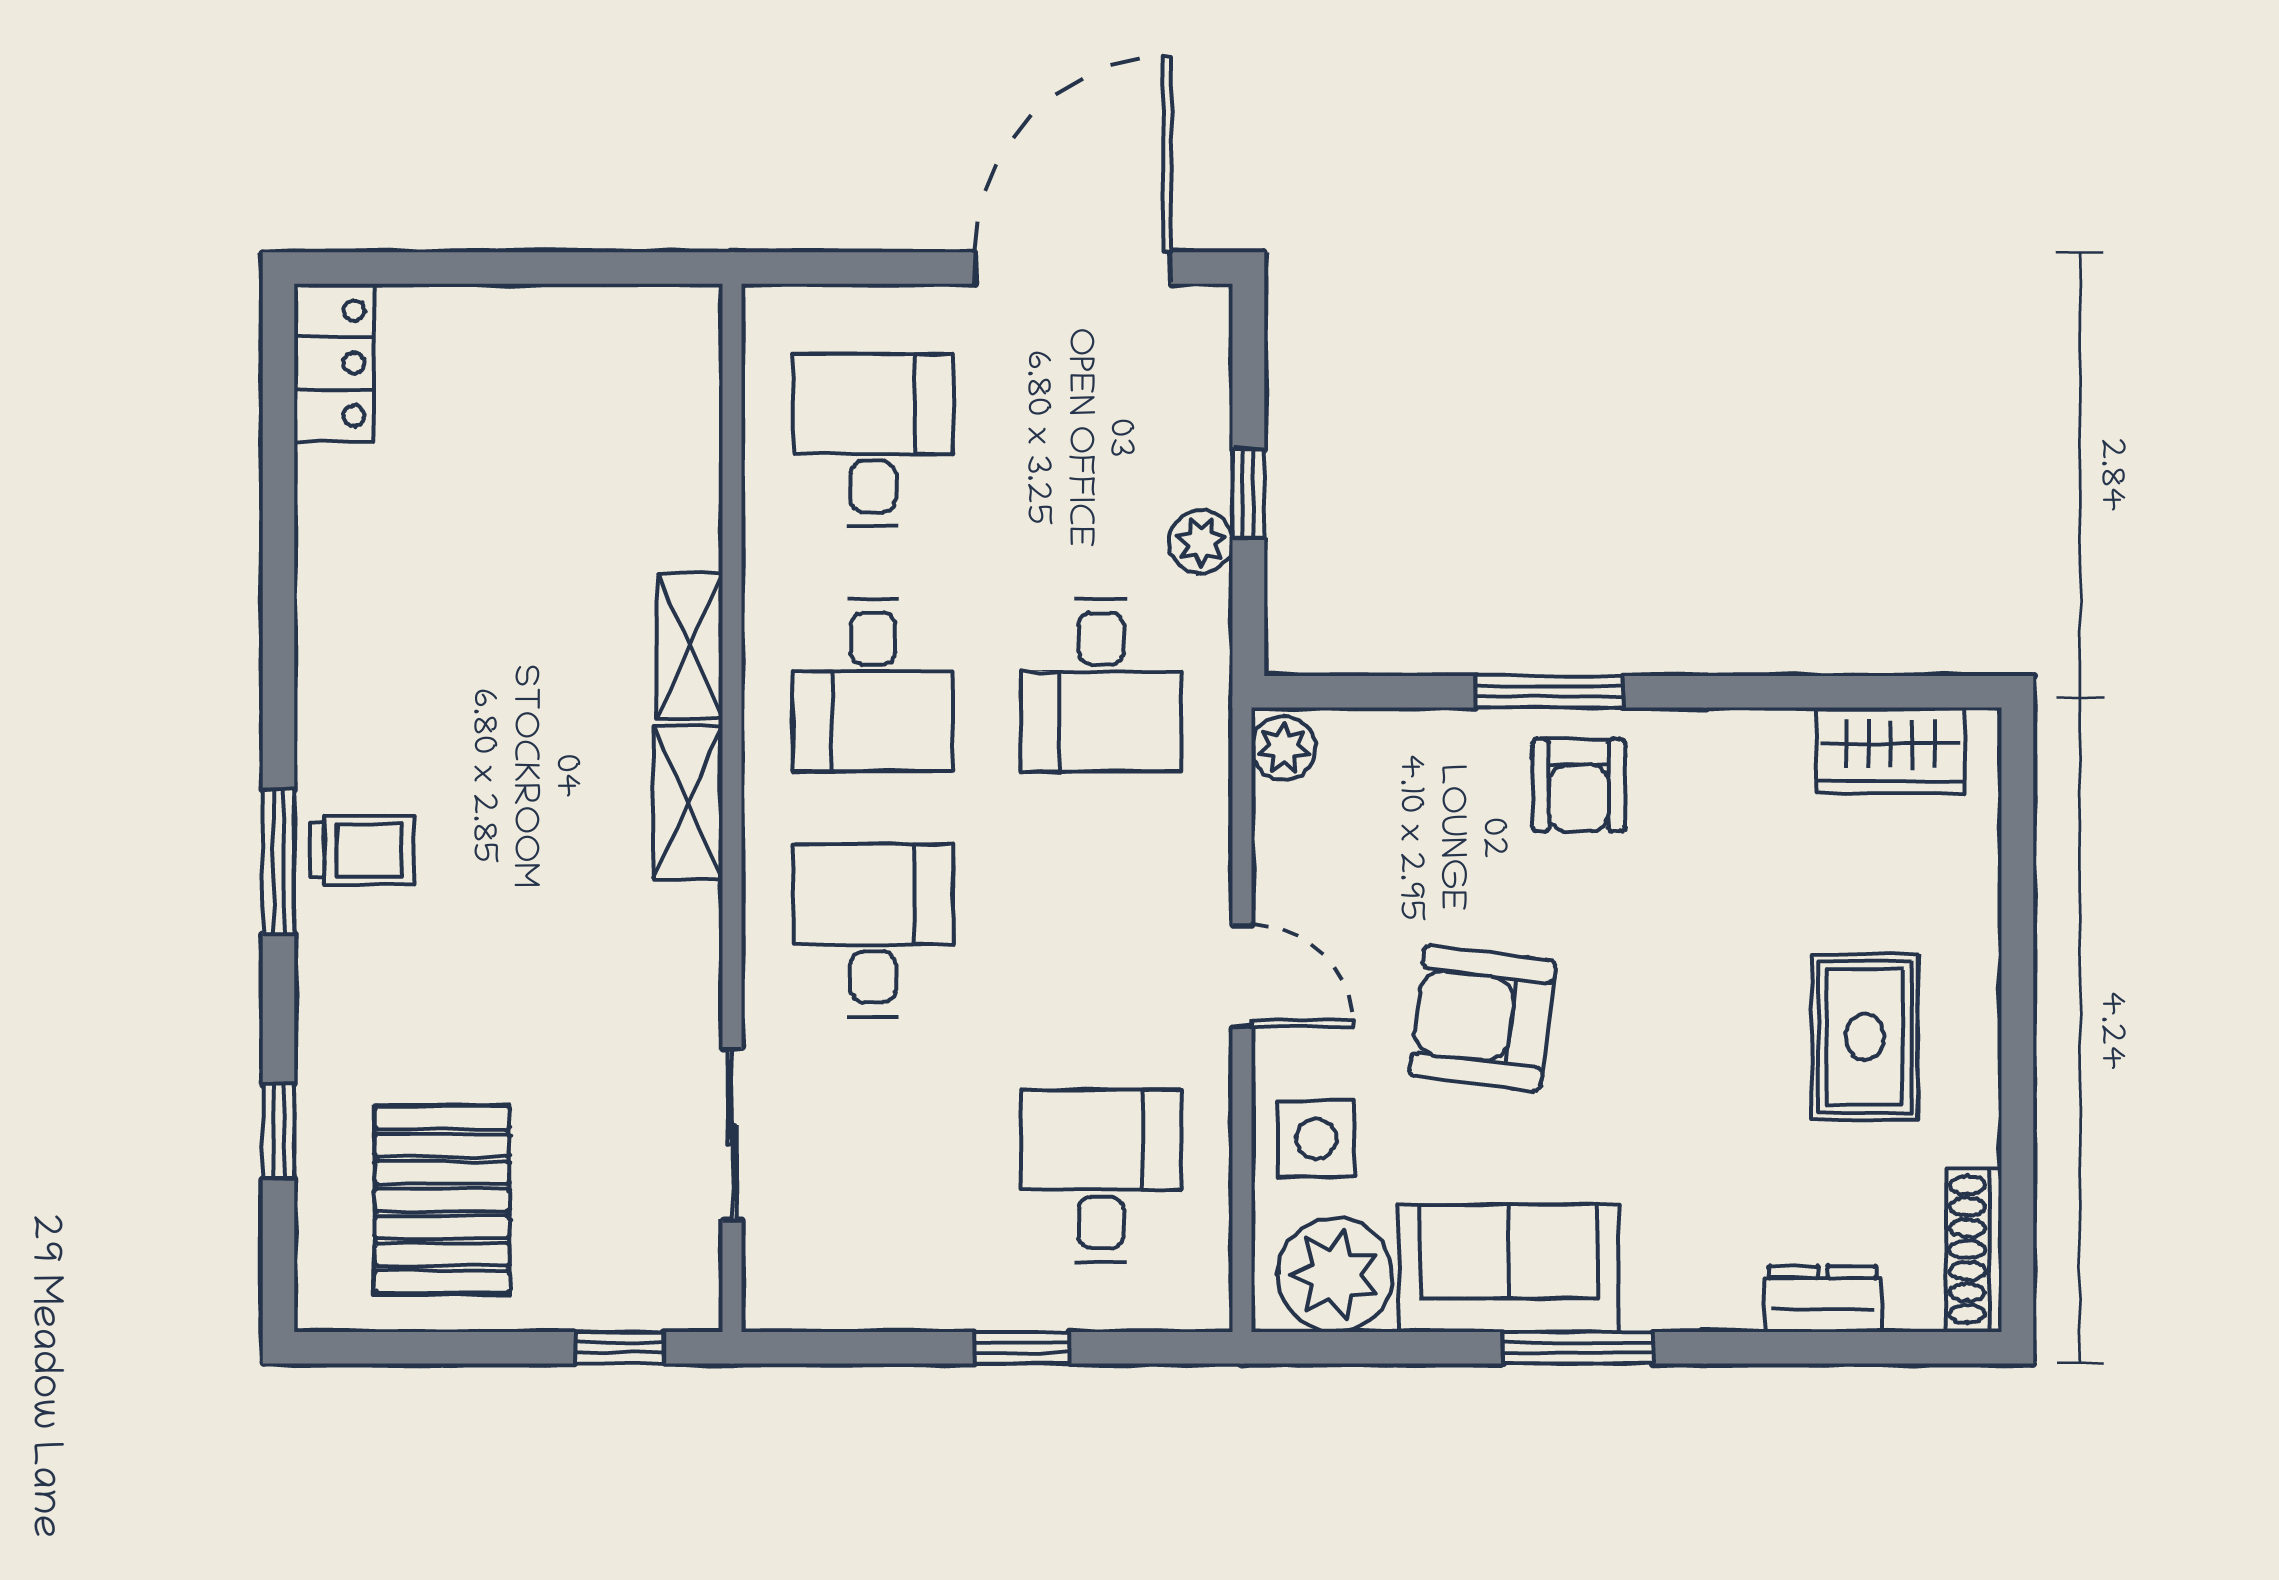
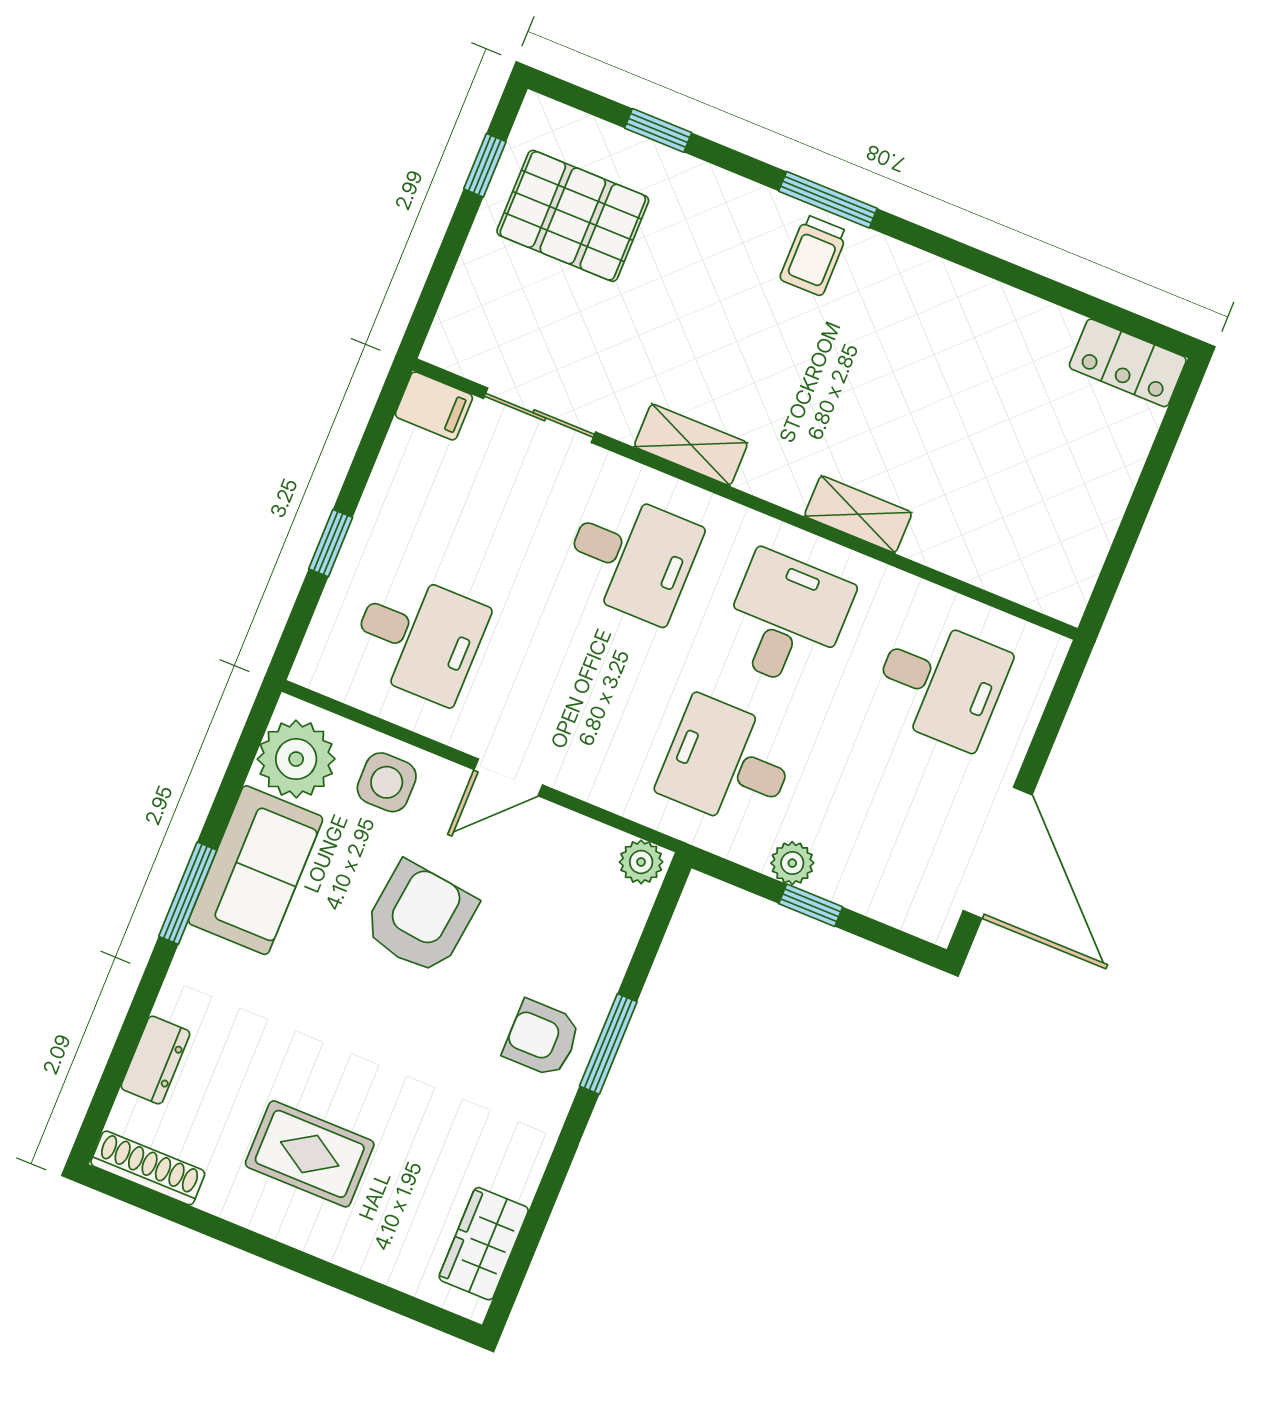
desk: (873, 685) -> (786, 620), turned 90
shelving: (688, 802) -> (691, 445), moved
filing cabinet: (778, 1283) -> (434, 406), added
window: (620, 1348) -> (485, 165), moved

